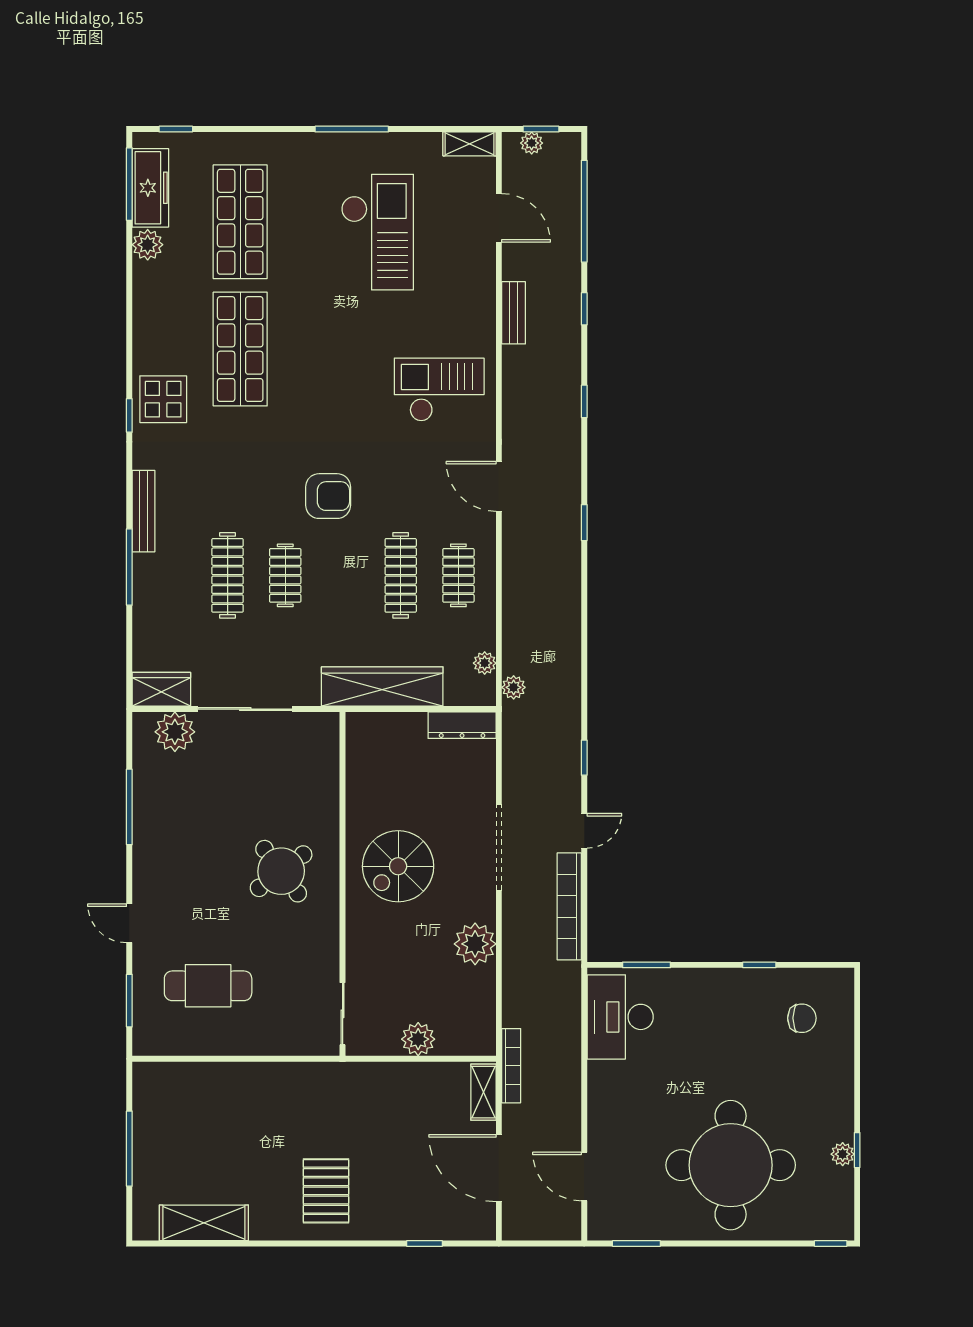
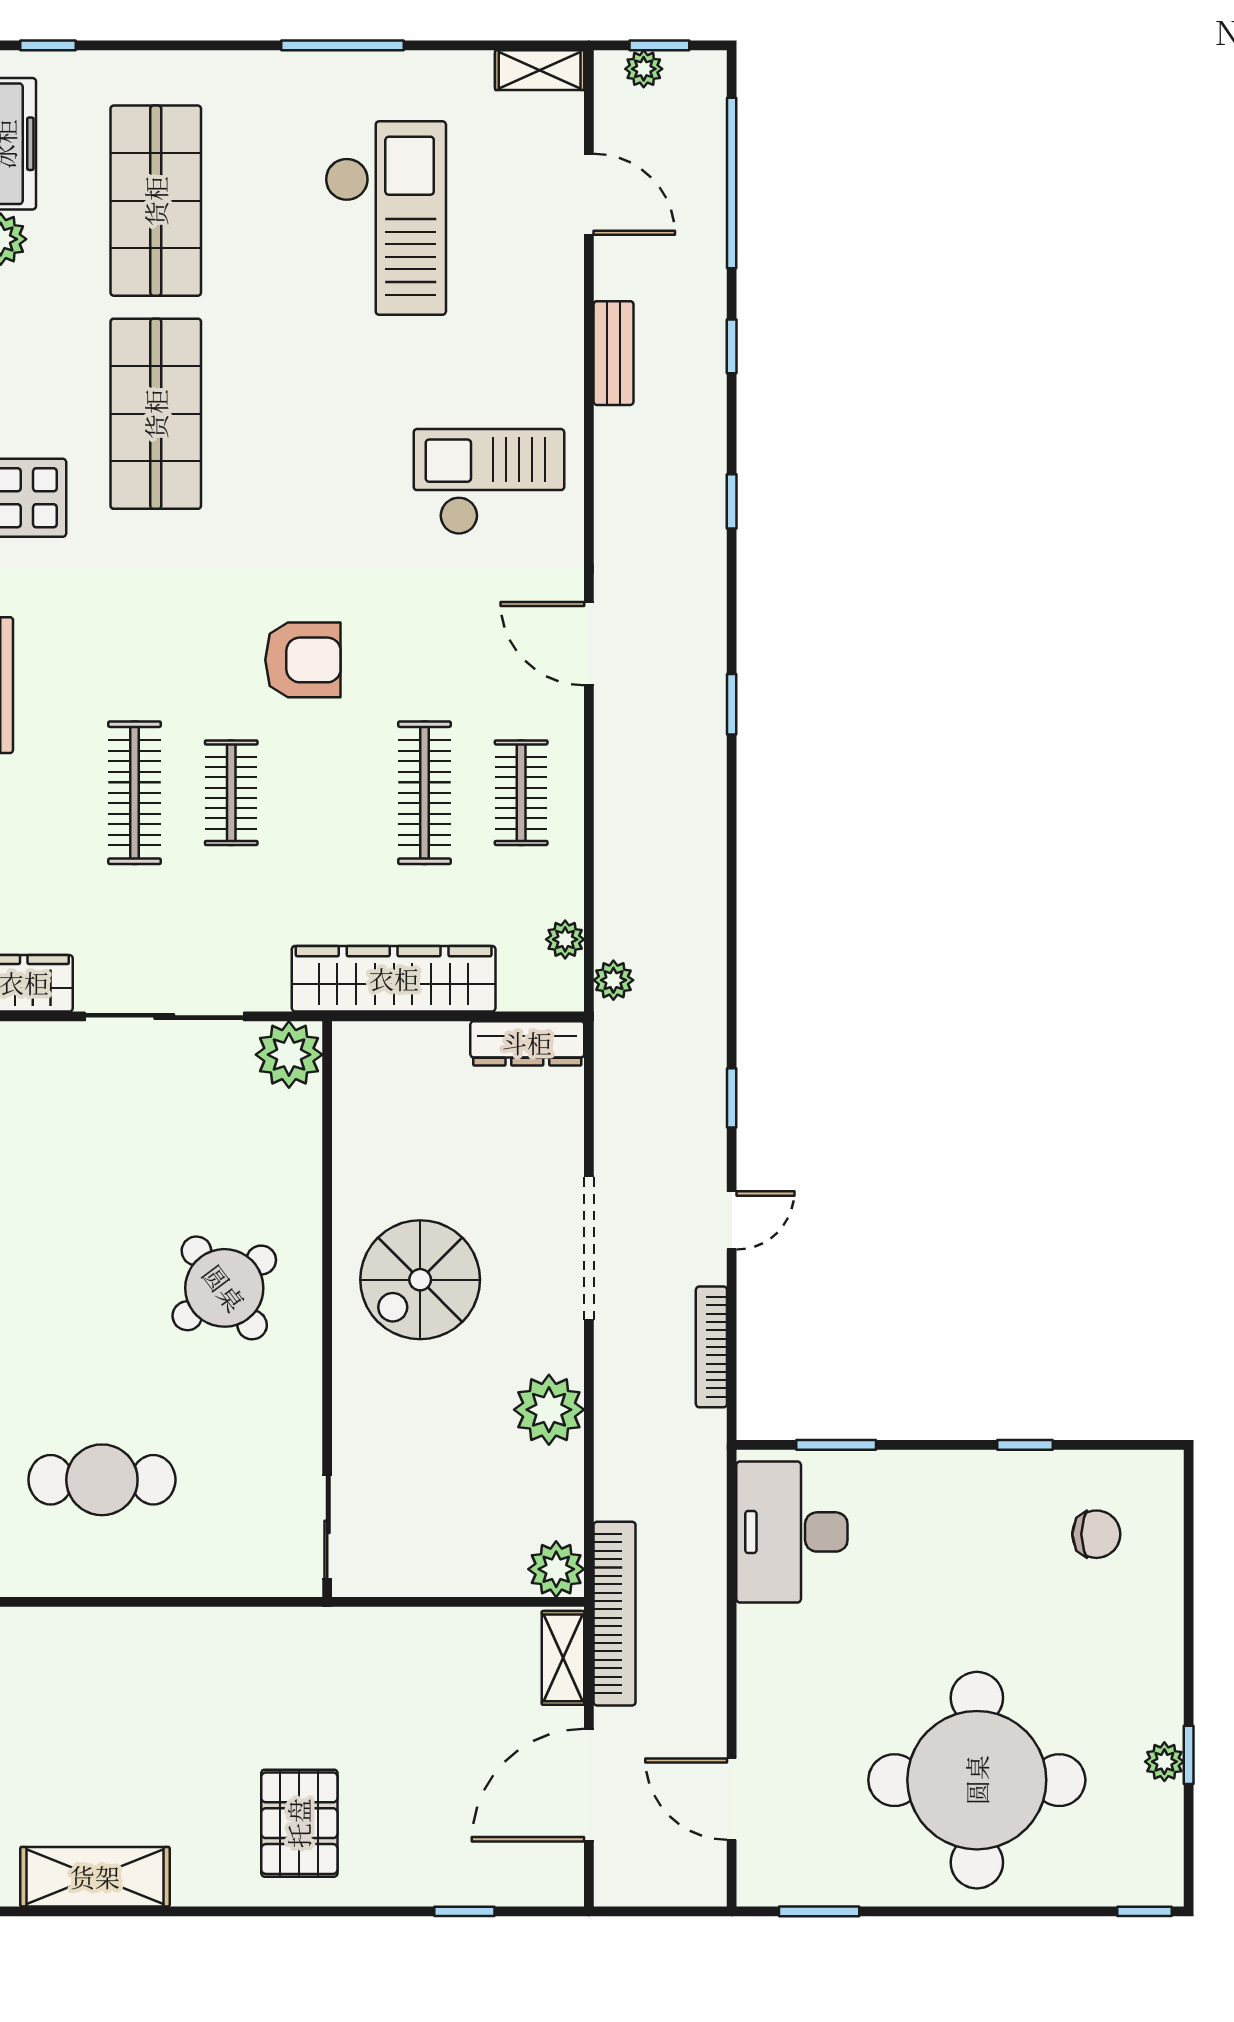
plant: (175, 732) -> (289, 1055), moved
bookcase: (569, 906) -> (711, 1347), width x0.68, depth x0.76
plant: (418, 1039) -> (556, 1569), moved
bookcase: (511, 1066) -> (615, 1614), width x1.48, depth x1.31
door: (499, 1168) -> (589, 1785), hinge flipped

